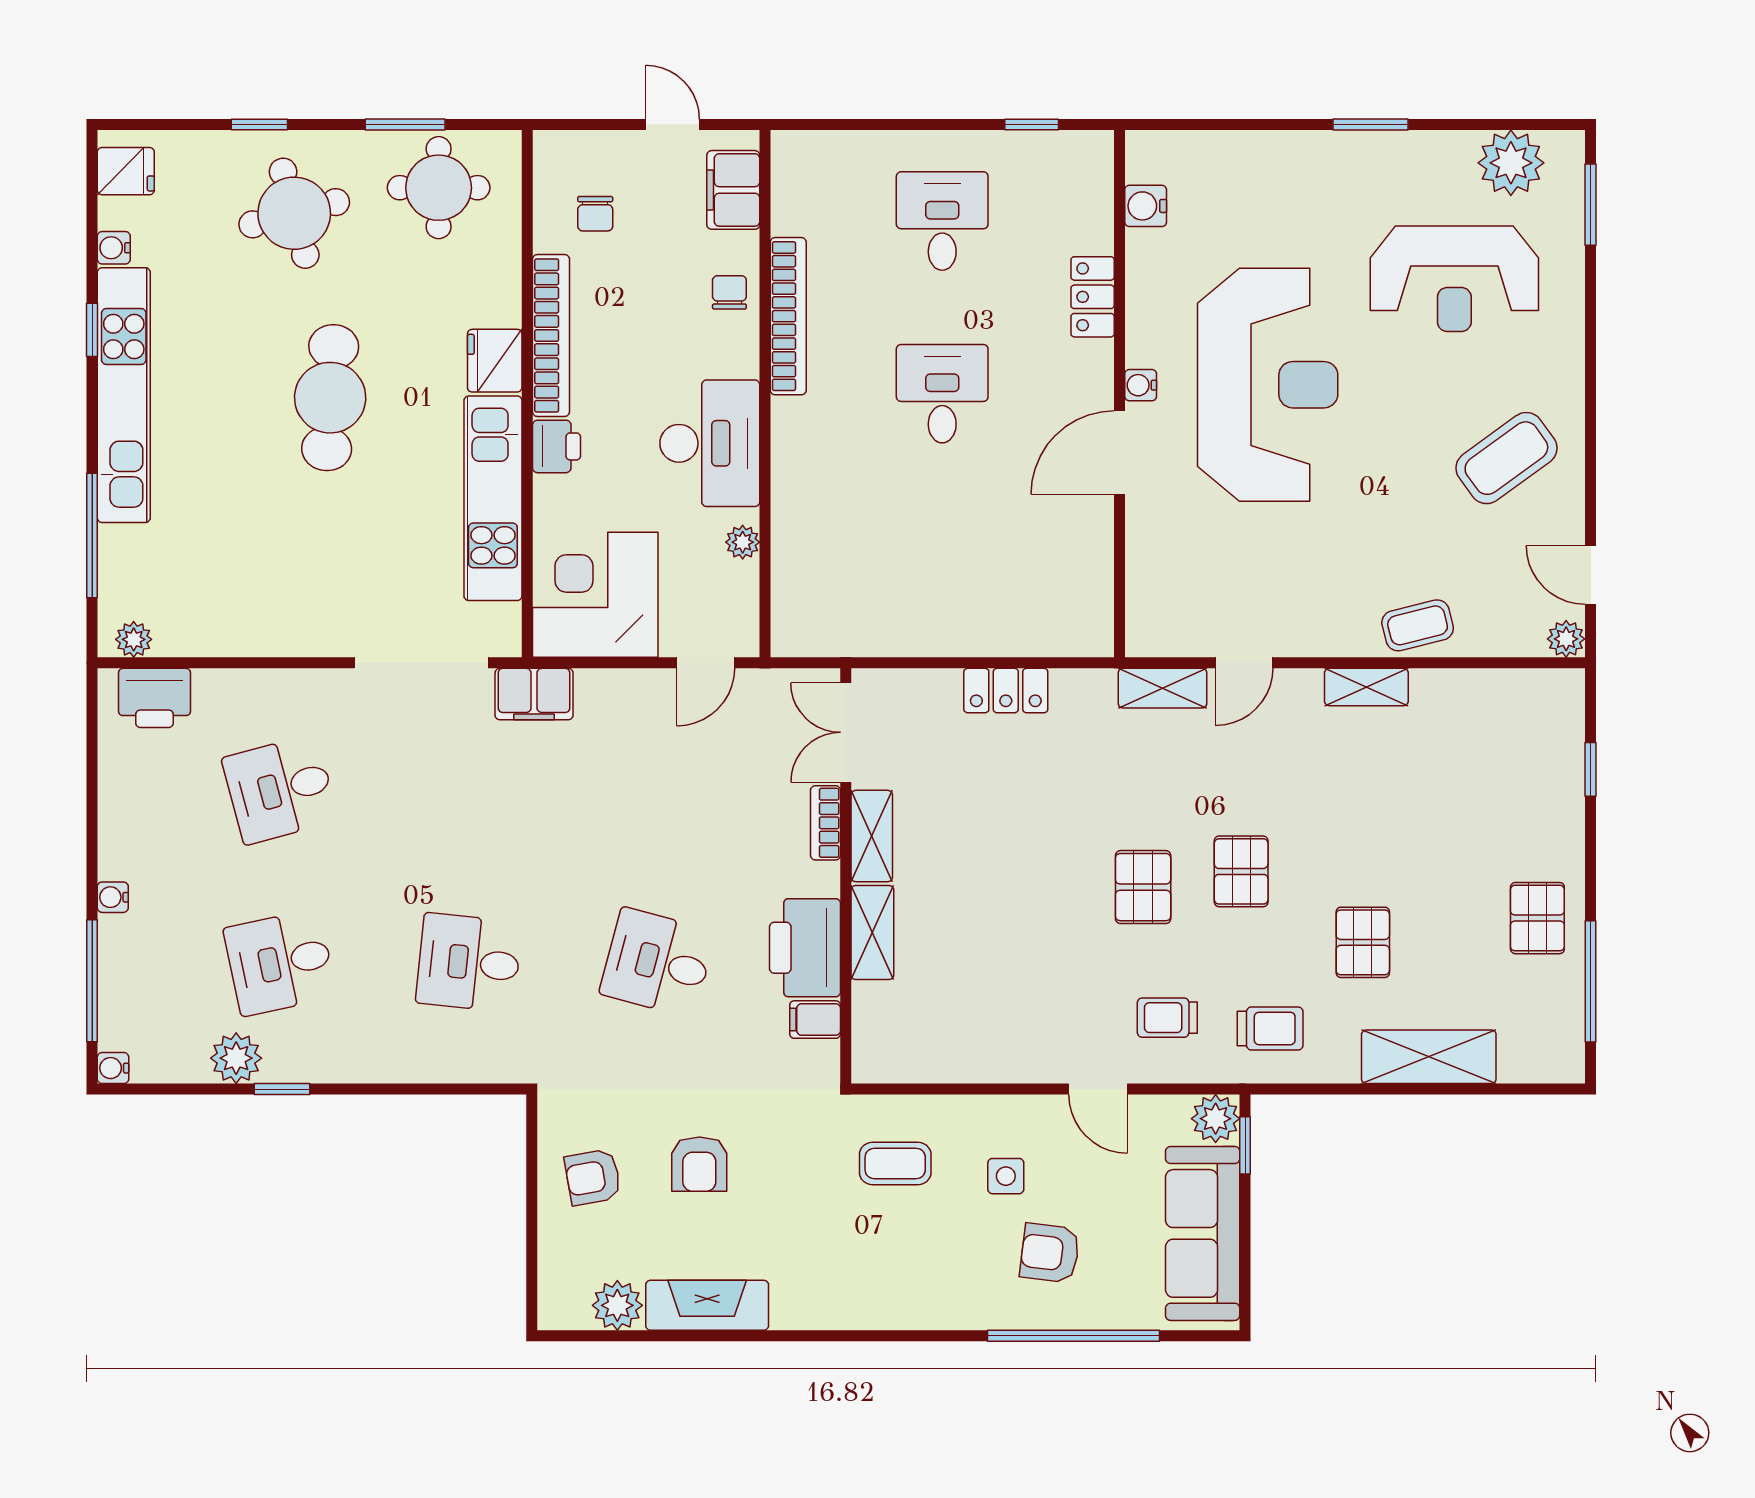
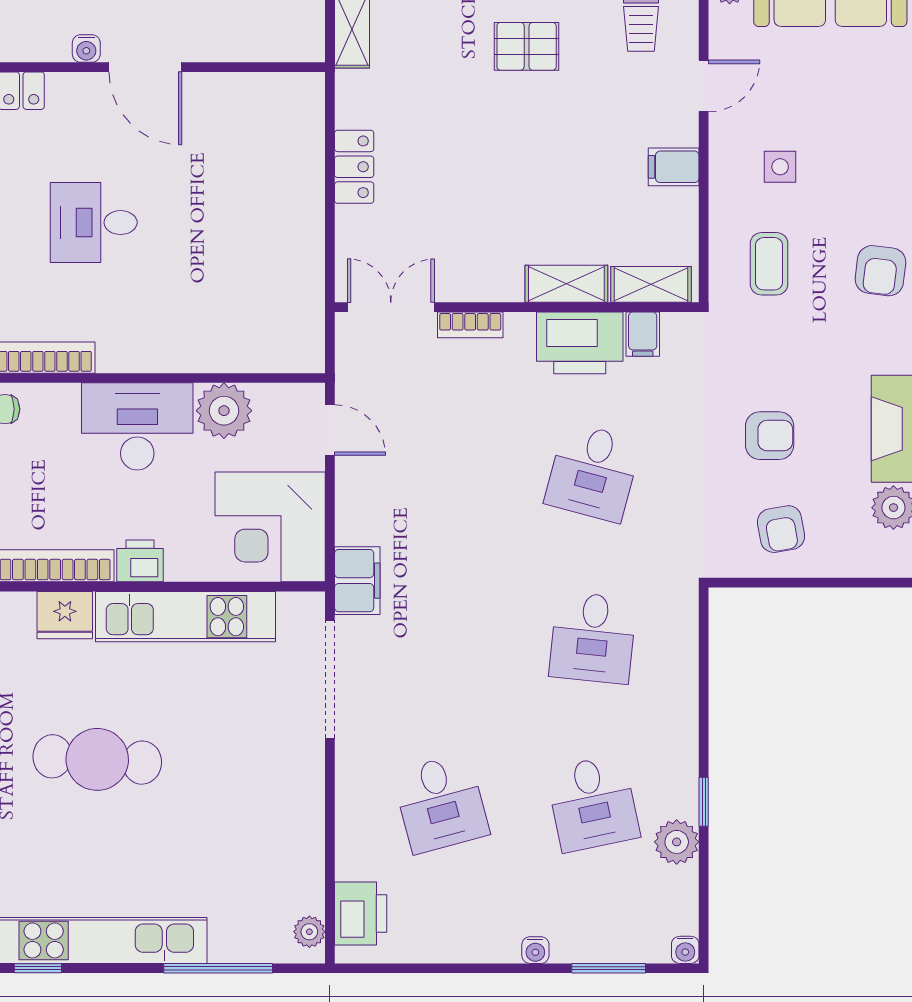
plant: (743, 542) -> (224, 411), width x1.88, depth x1.88
double door: (846, 732) -> (391, 307), swing flipped
shelving: (872, 836) -> (651, 284), moved
window: (92, 981) -> (609, 968), width x0.69
filing cabinet: (1006, 1055) -> (674, 167), added
armchair: (1050, 1253) -> (880, 271), moved

